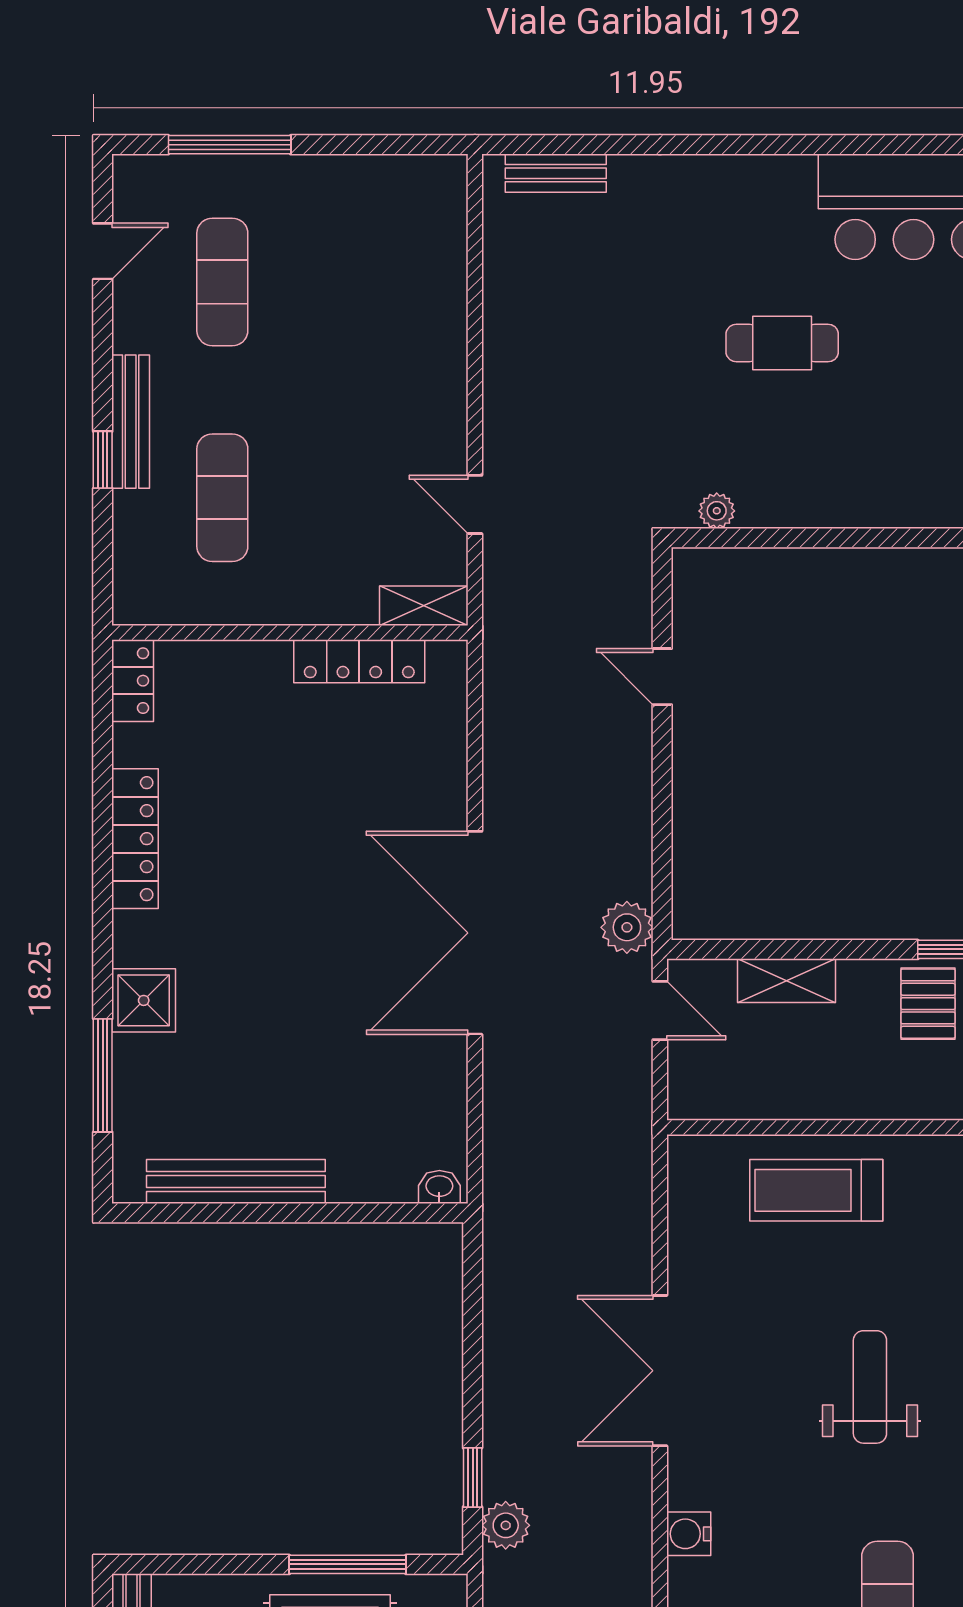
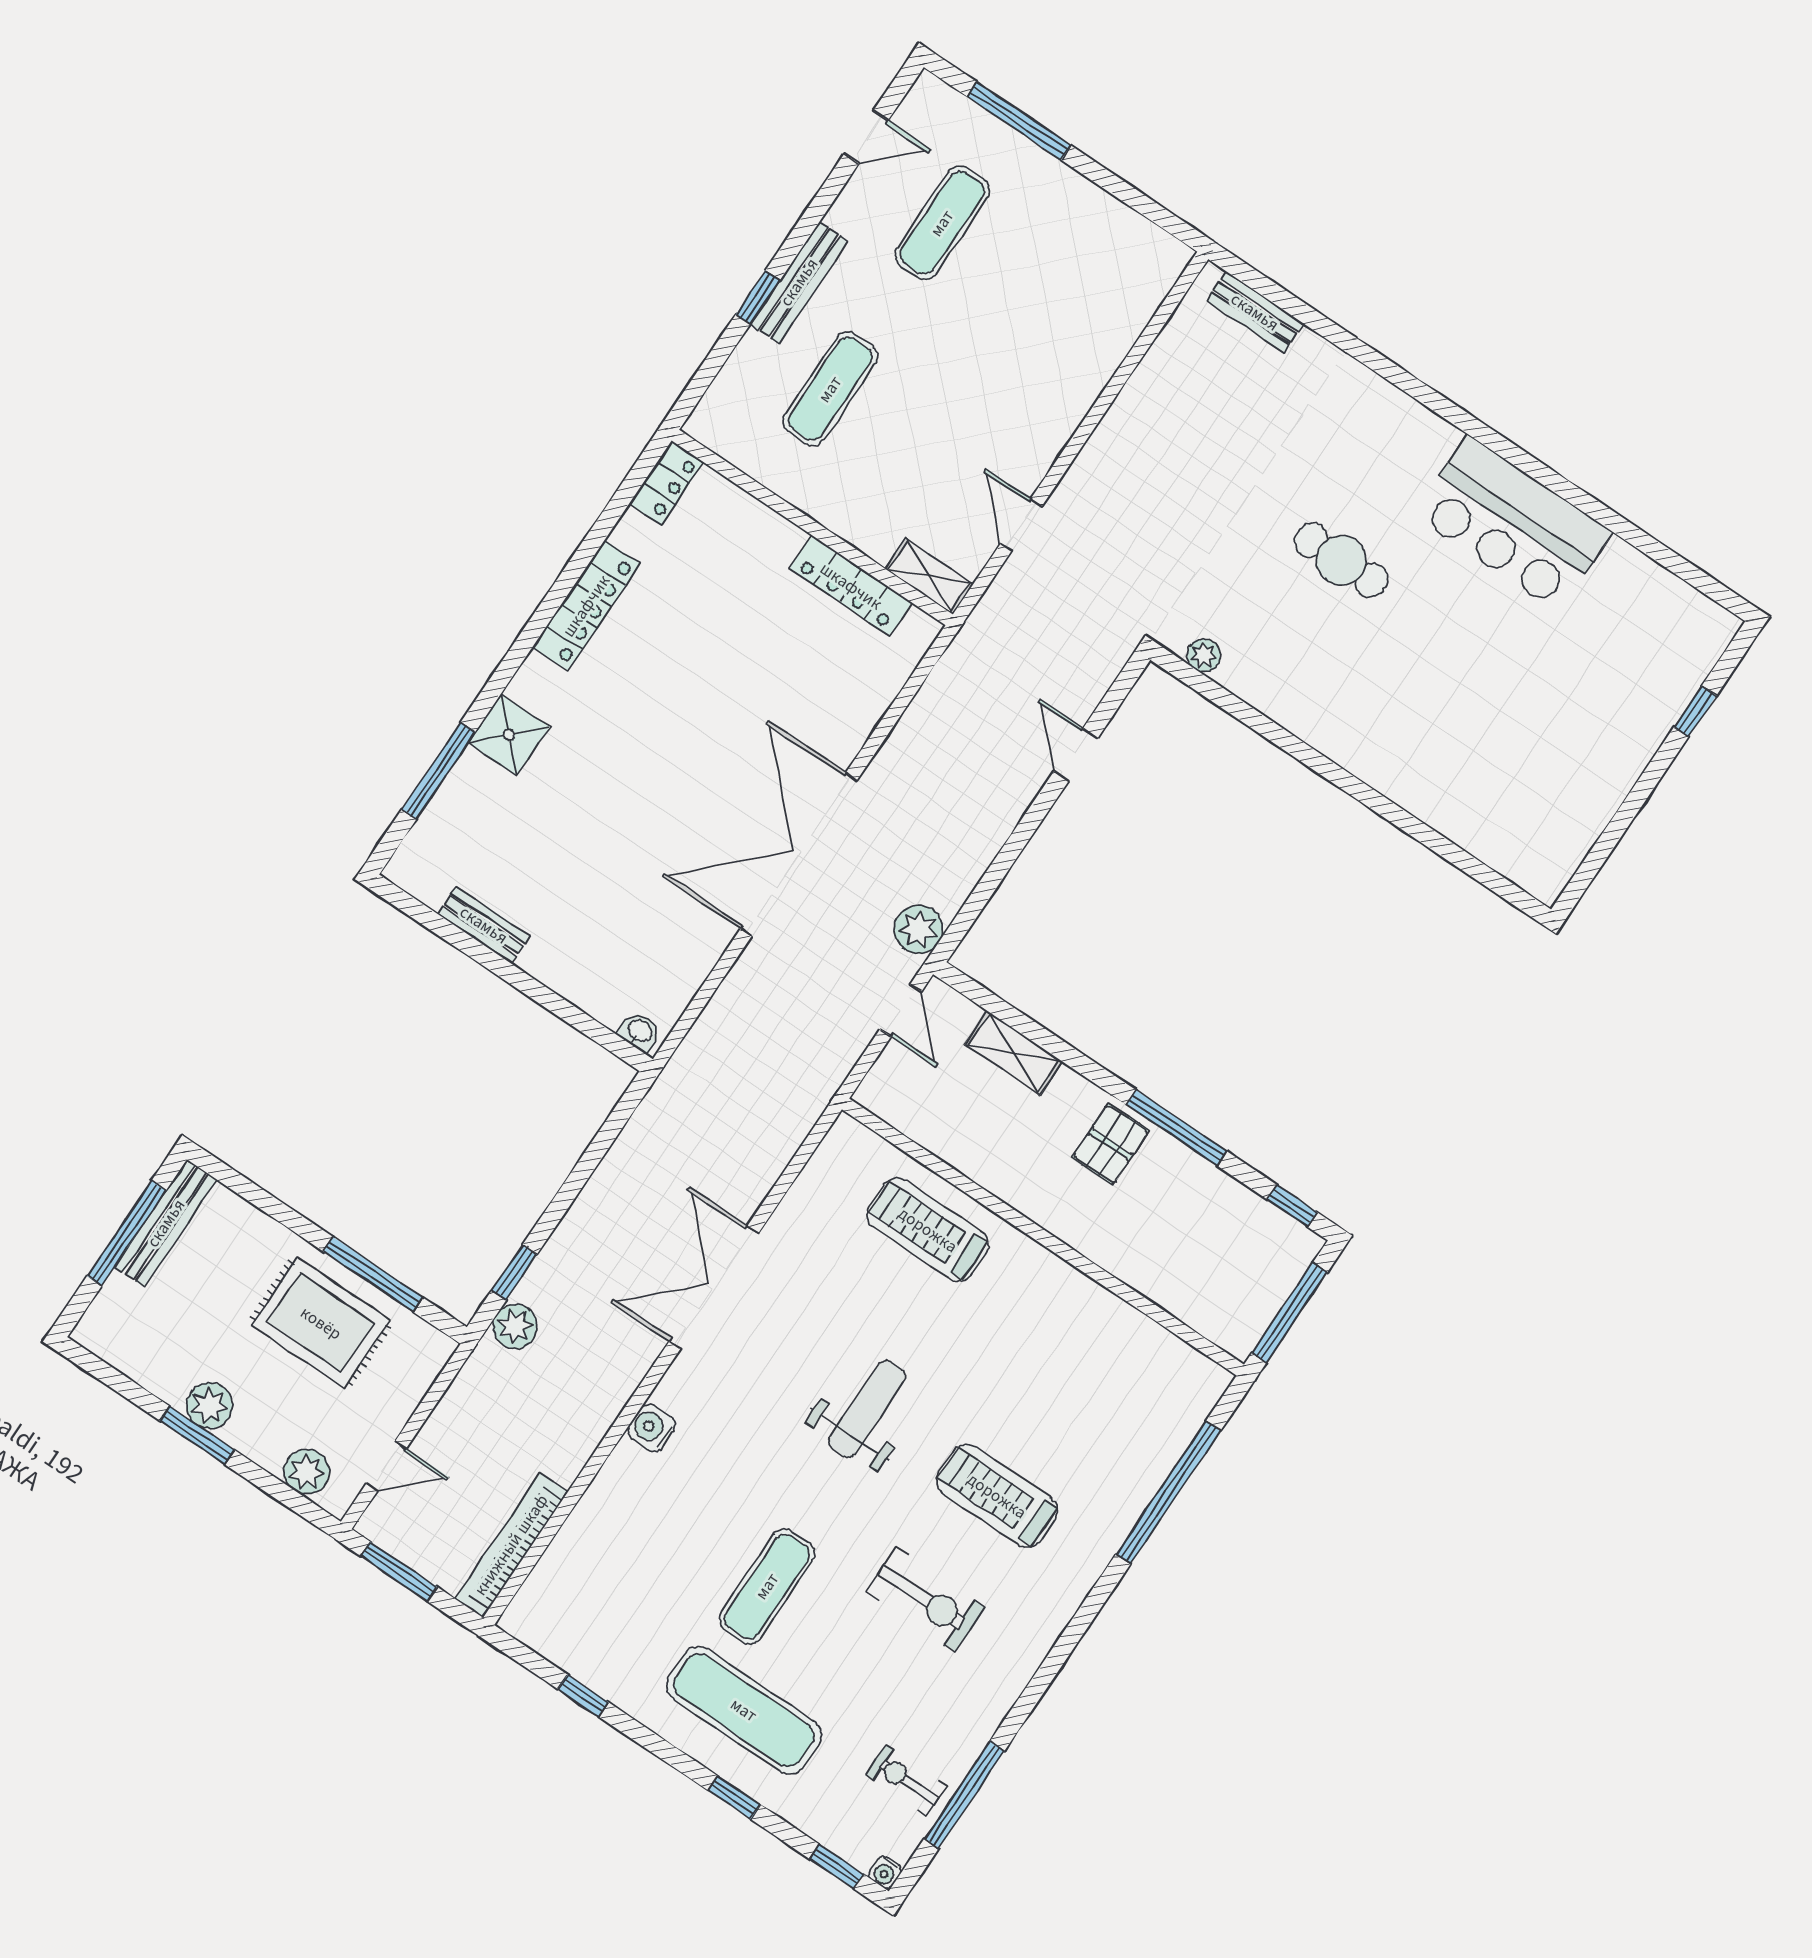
bench: (236, 1182) -> (484, 925), width x0.54, depth x0.82

